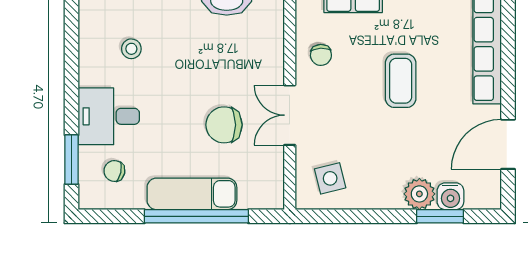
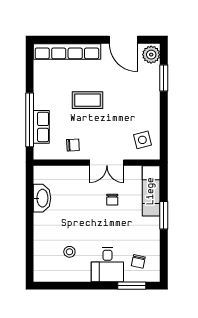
chair: (224, 125) -> (112, 200), width x0.54, depth x0.54
exam couch: (192, 194) -> (151, 191), moved
plant: (419, 194) -> (151, 55), moved
water cooler: (450, 196) -> (152, 72), removed
window: (196, 216) -> (164, 215), width x0.47

